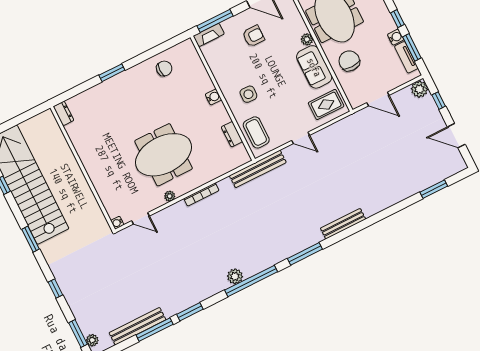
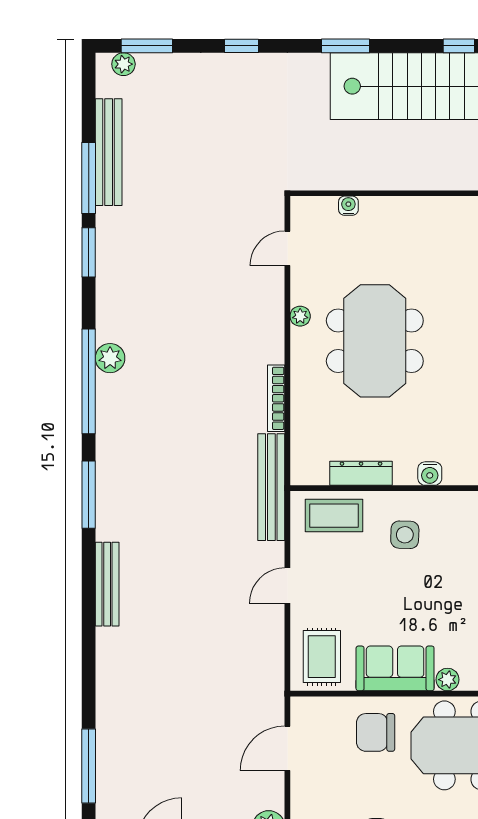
chair: (349, 61) -> (376, 732), turned 180
dresser: (232, 134) -> (361, 473), width x1.44
window: (434, 189) -> (89, 766), width x1.44
bookcase: (201, 194) -> (276, 398), moved
water cooler: (117, 223) -> (348, 206), moved

